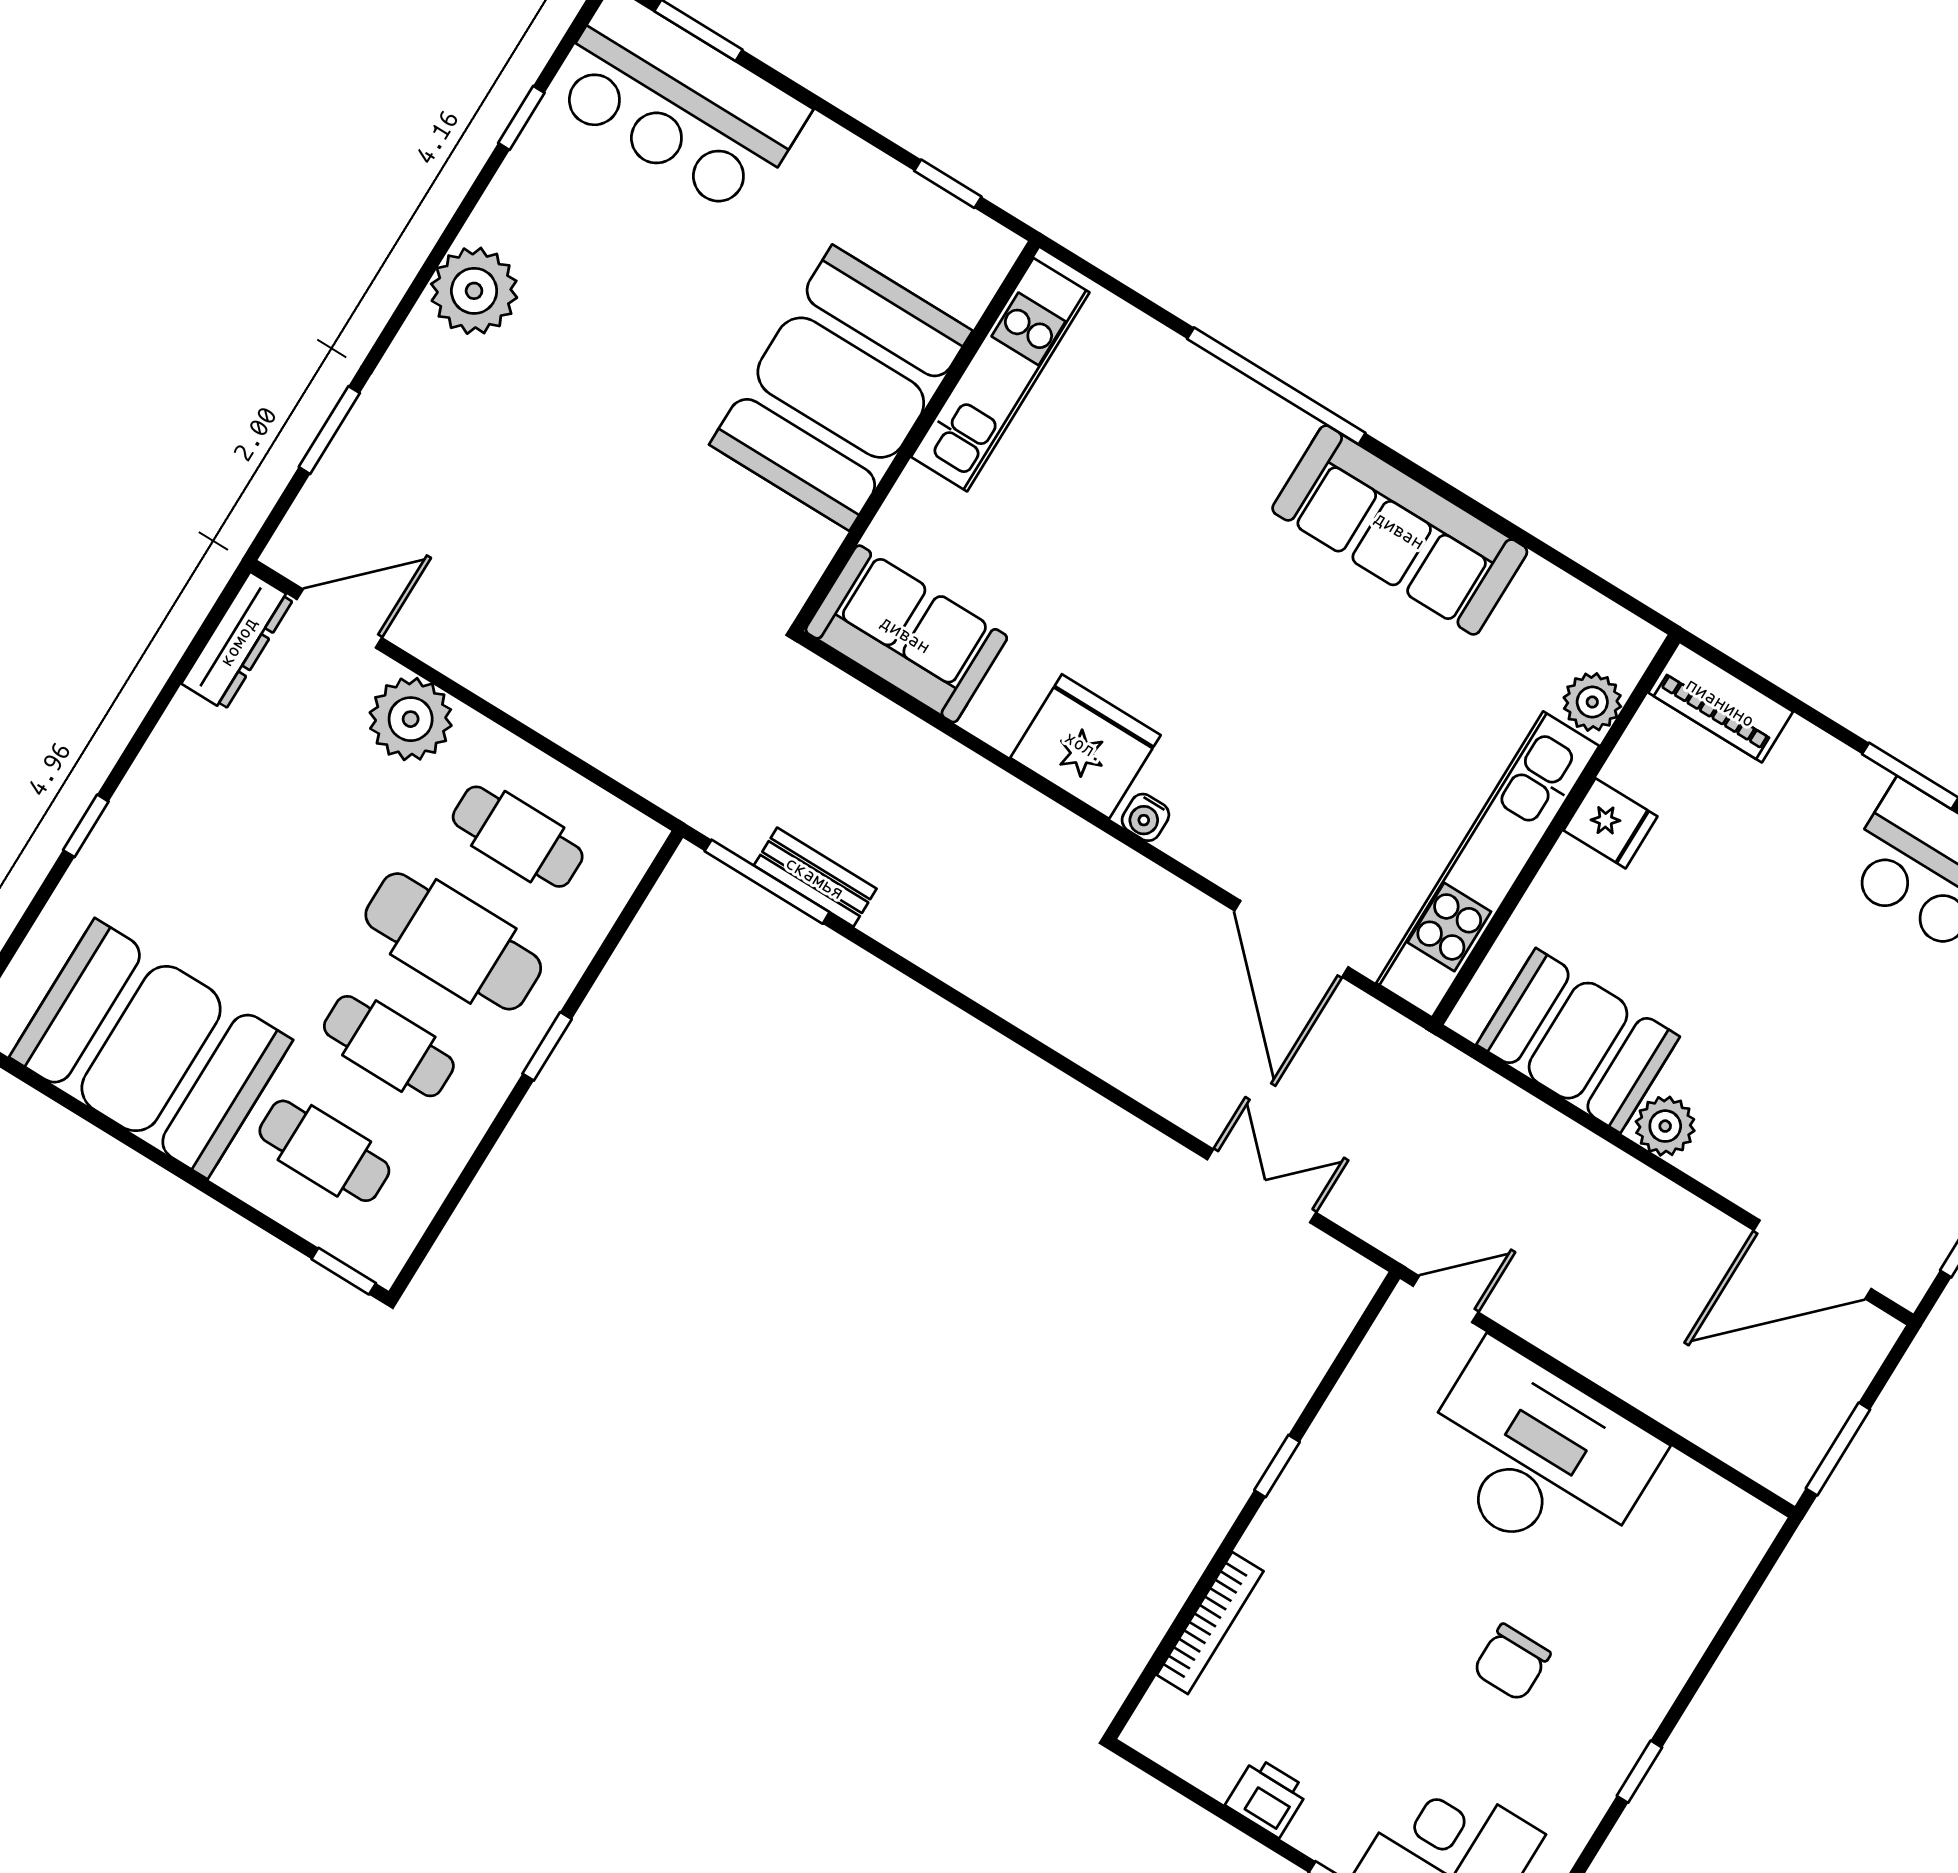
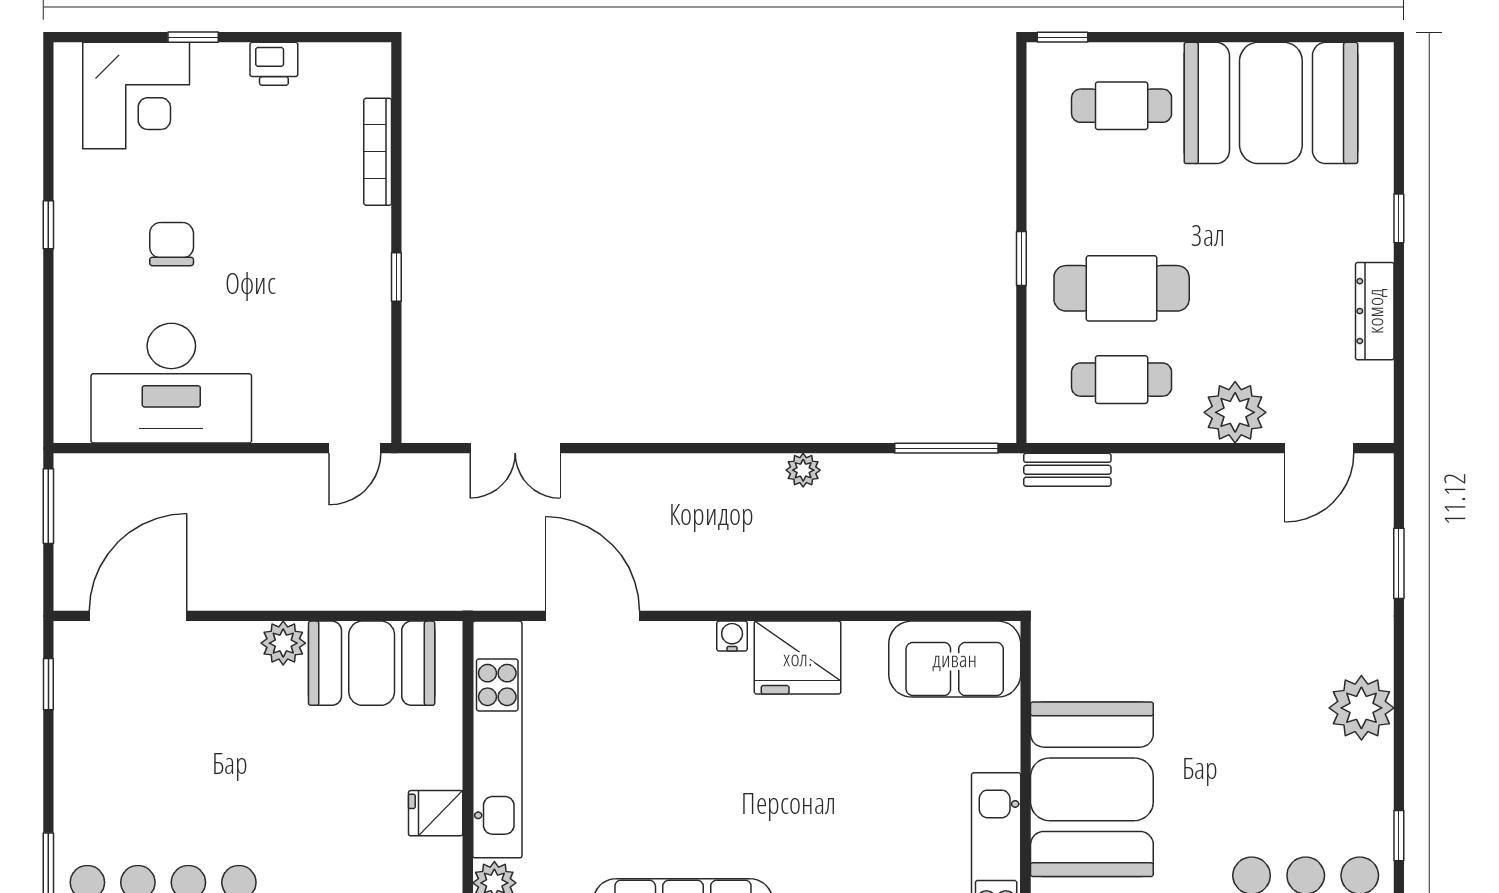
dresser: (238, 641) -> (1375, 311), moved
bench: (815, 877) -> (1067, 470), moved
plant: (947, 957) -> (803, 470), added
cafe table: (389, 1046) -> (1122, 197), removed
desk: (1537, 1458) -> (171, 383), moved

